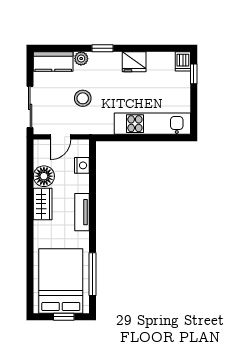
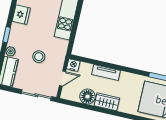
door: (60, 137) -> (62, 79), hinge flipped
nightstand: (82, 165) -> (73, 65), moved
tv unit: (82, 212) -> (106, 72), moved

